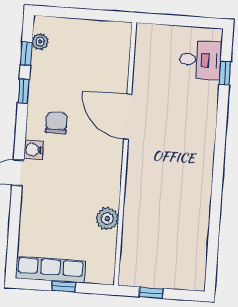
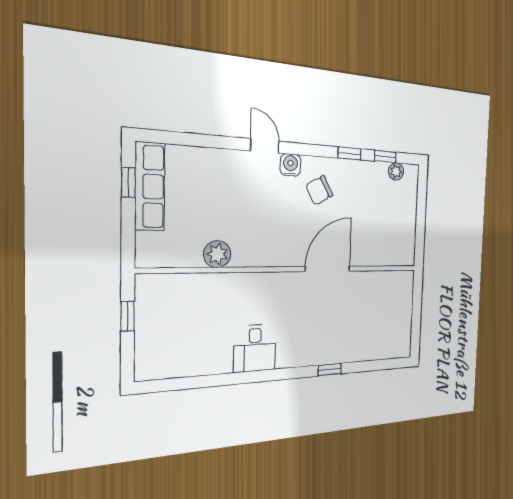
desk: (200, 60) -> (255, 348), moved
window: (225, 73) -> (330, 370), moved
chair: (56, 123) -> (319, 190), turned 151
window: (64, 287) -> (128, 182), moved

